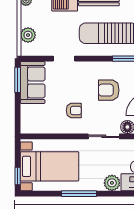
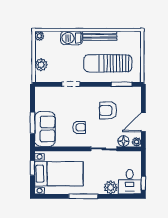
window: (18, 80) -> (32, 123), moved
sofa: (33, 82) -> (45, 129), moved
window: (18, 176) -> (32, 168), moved

